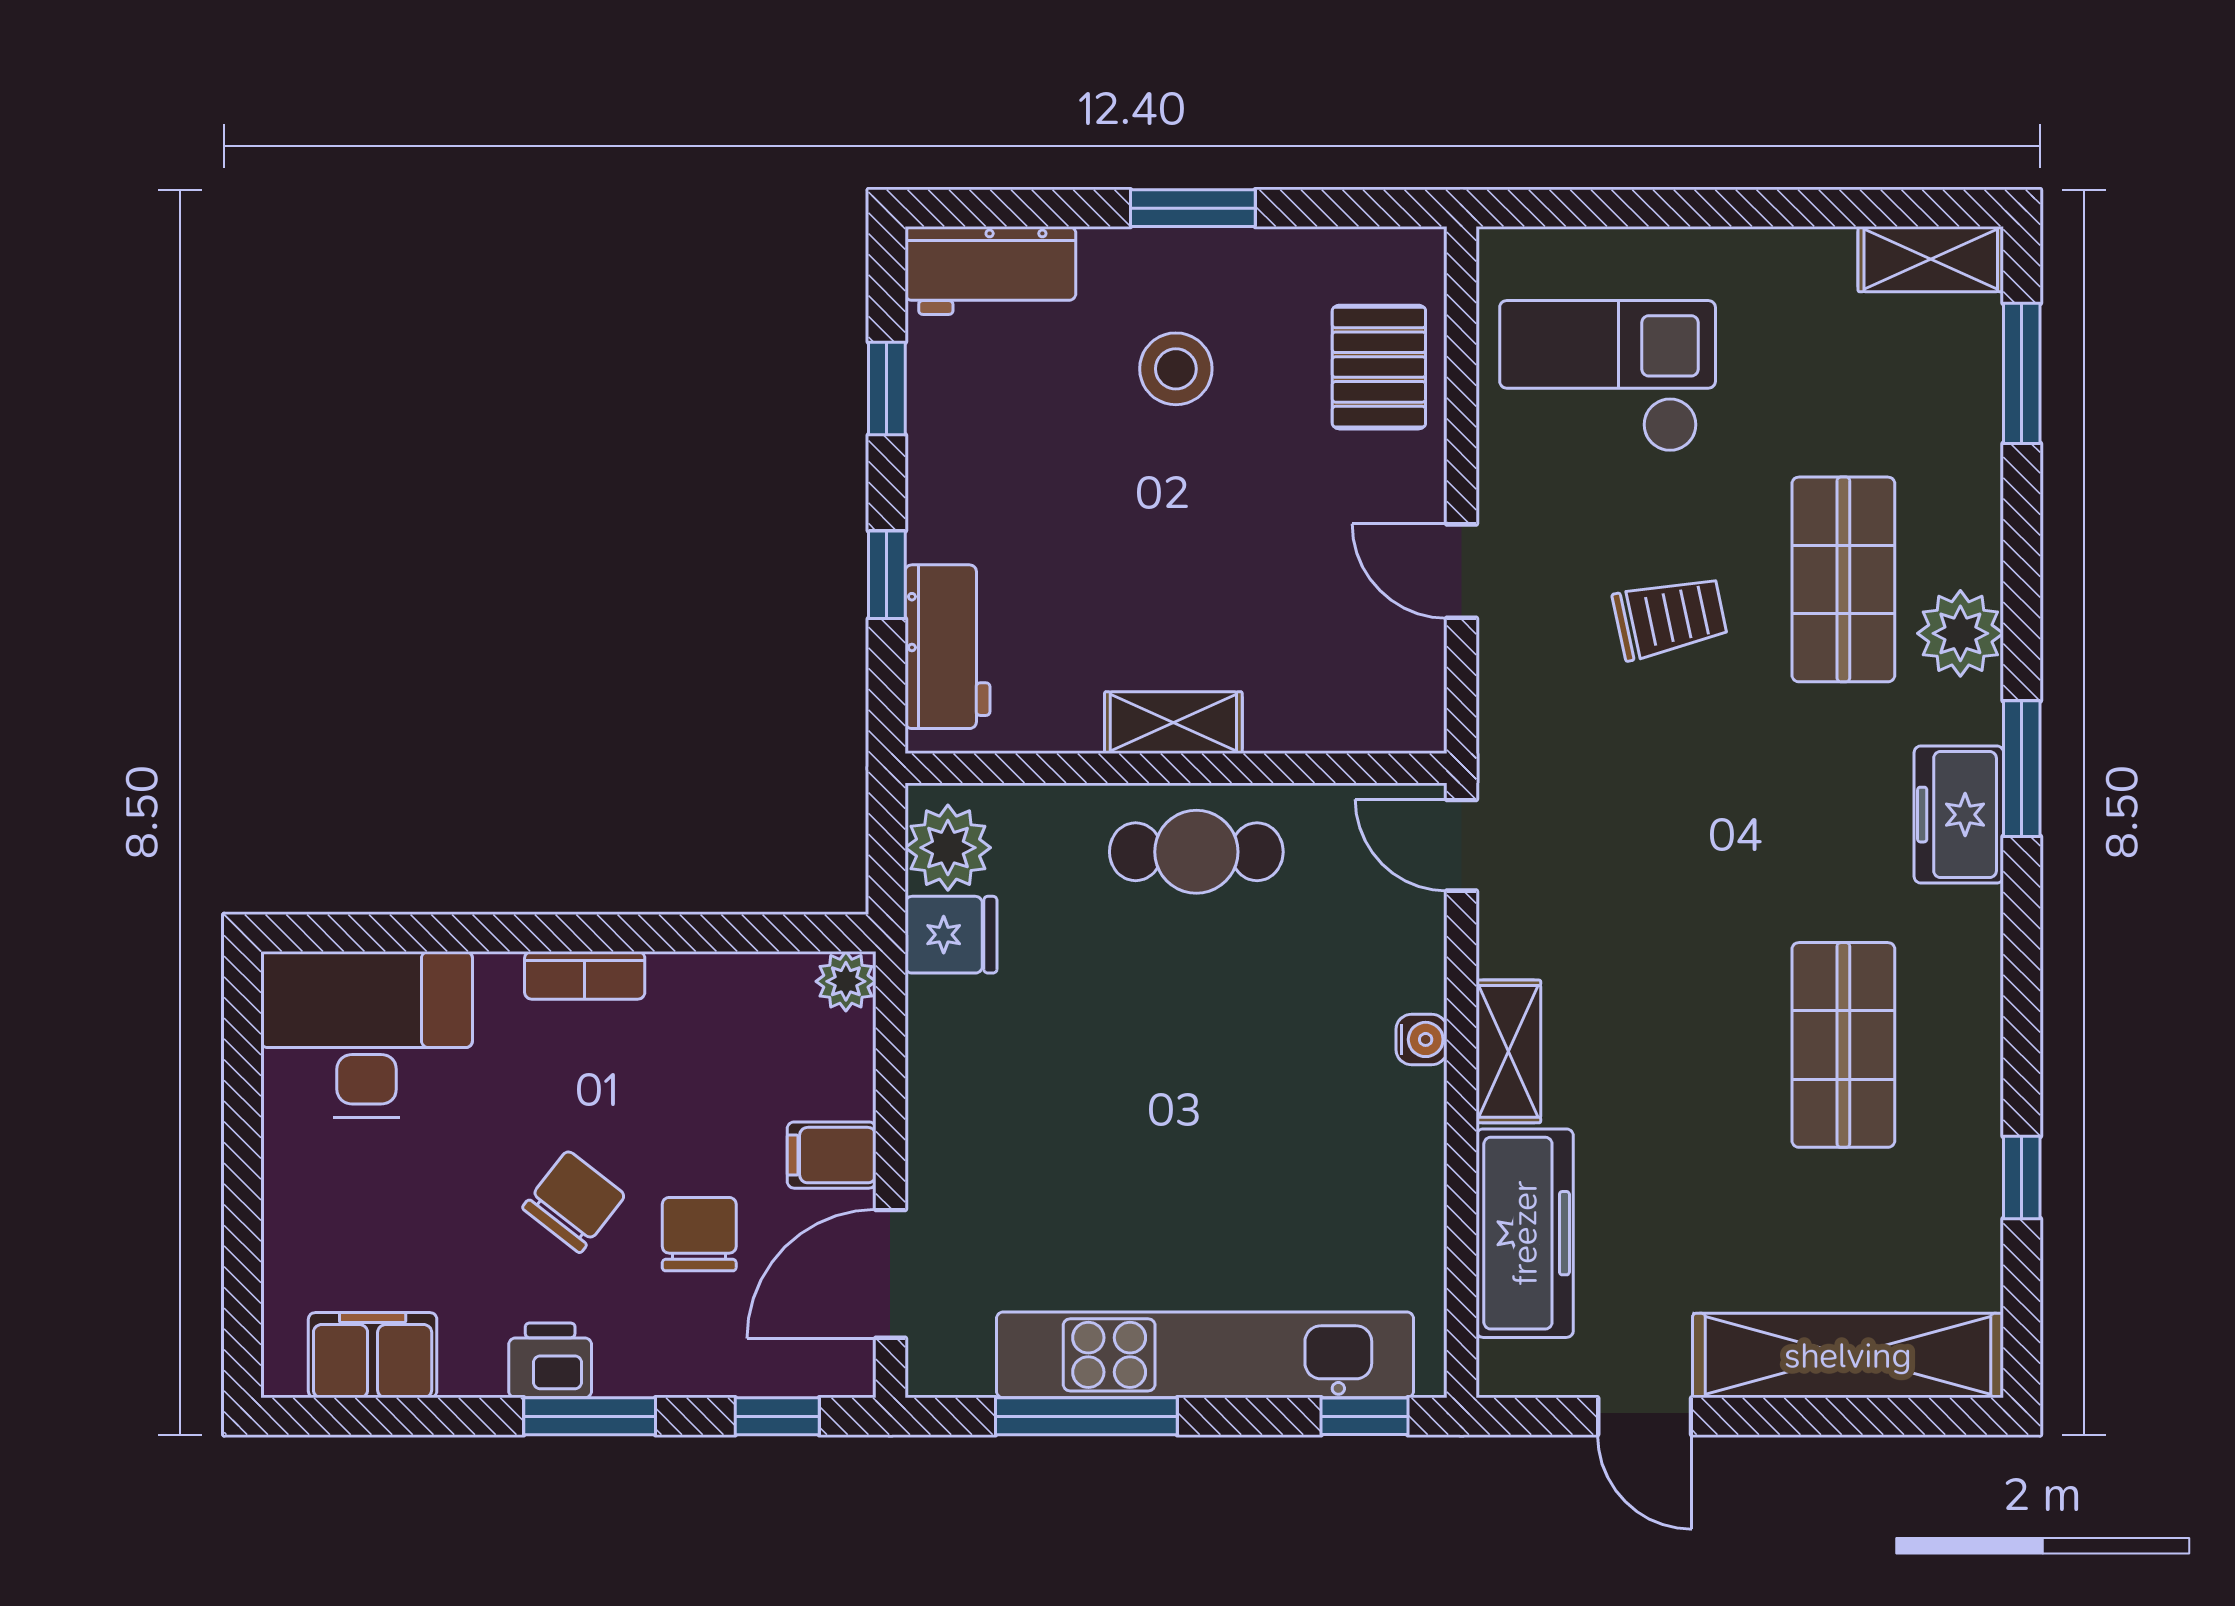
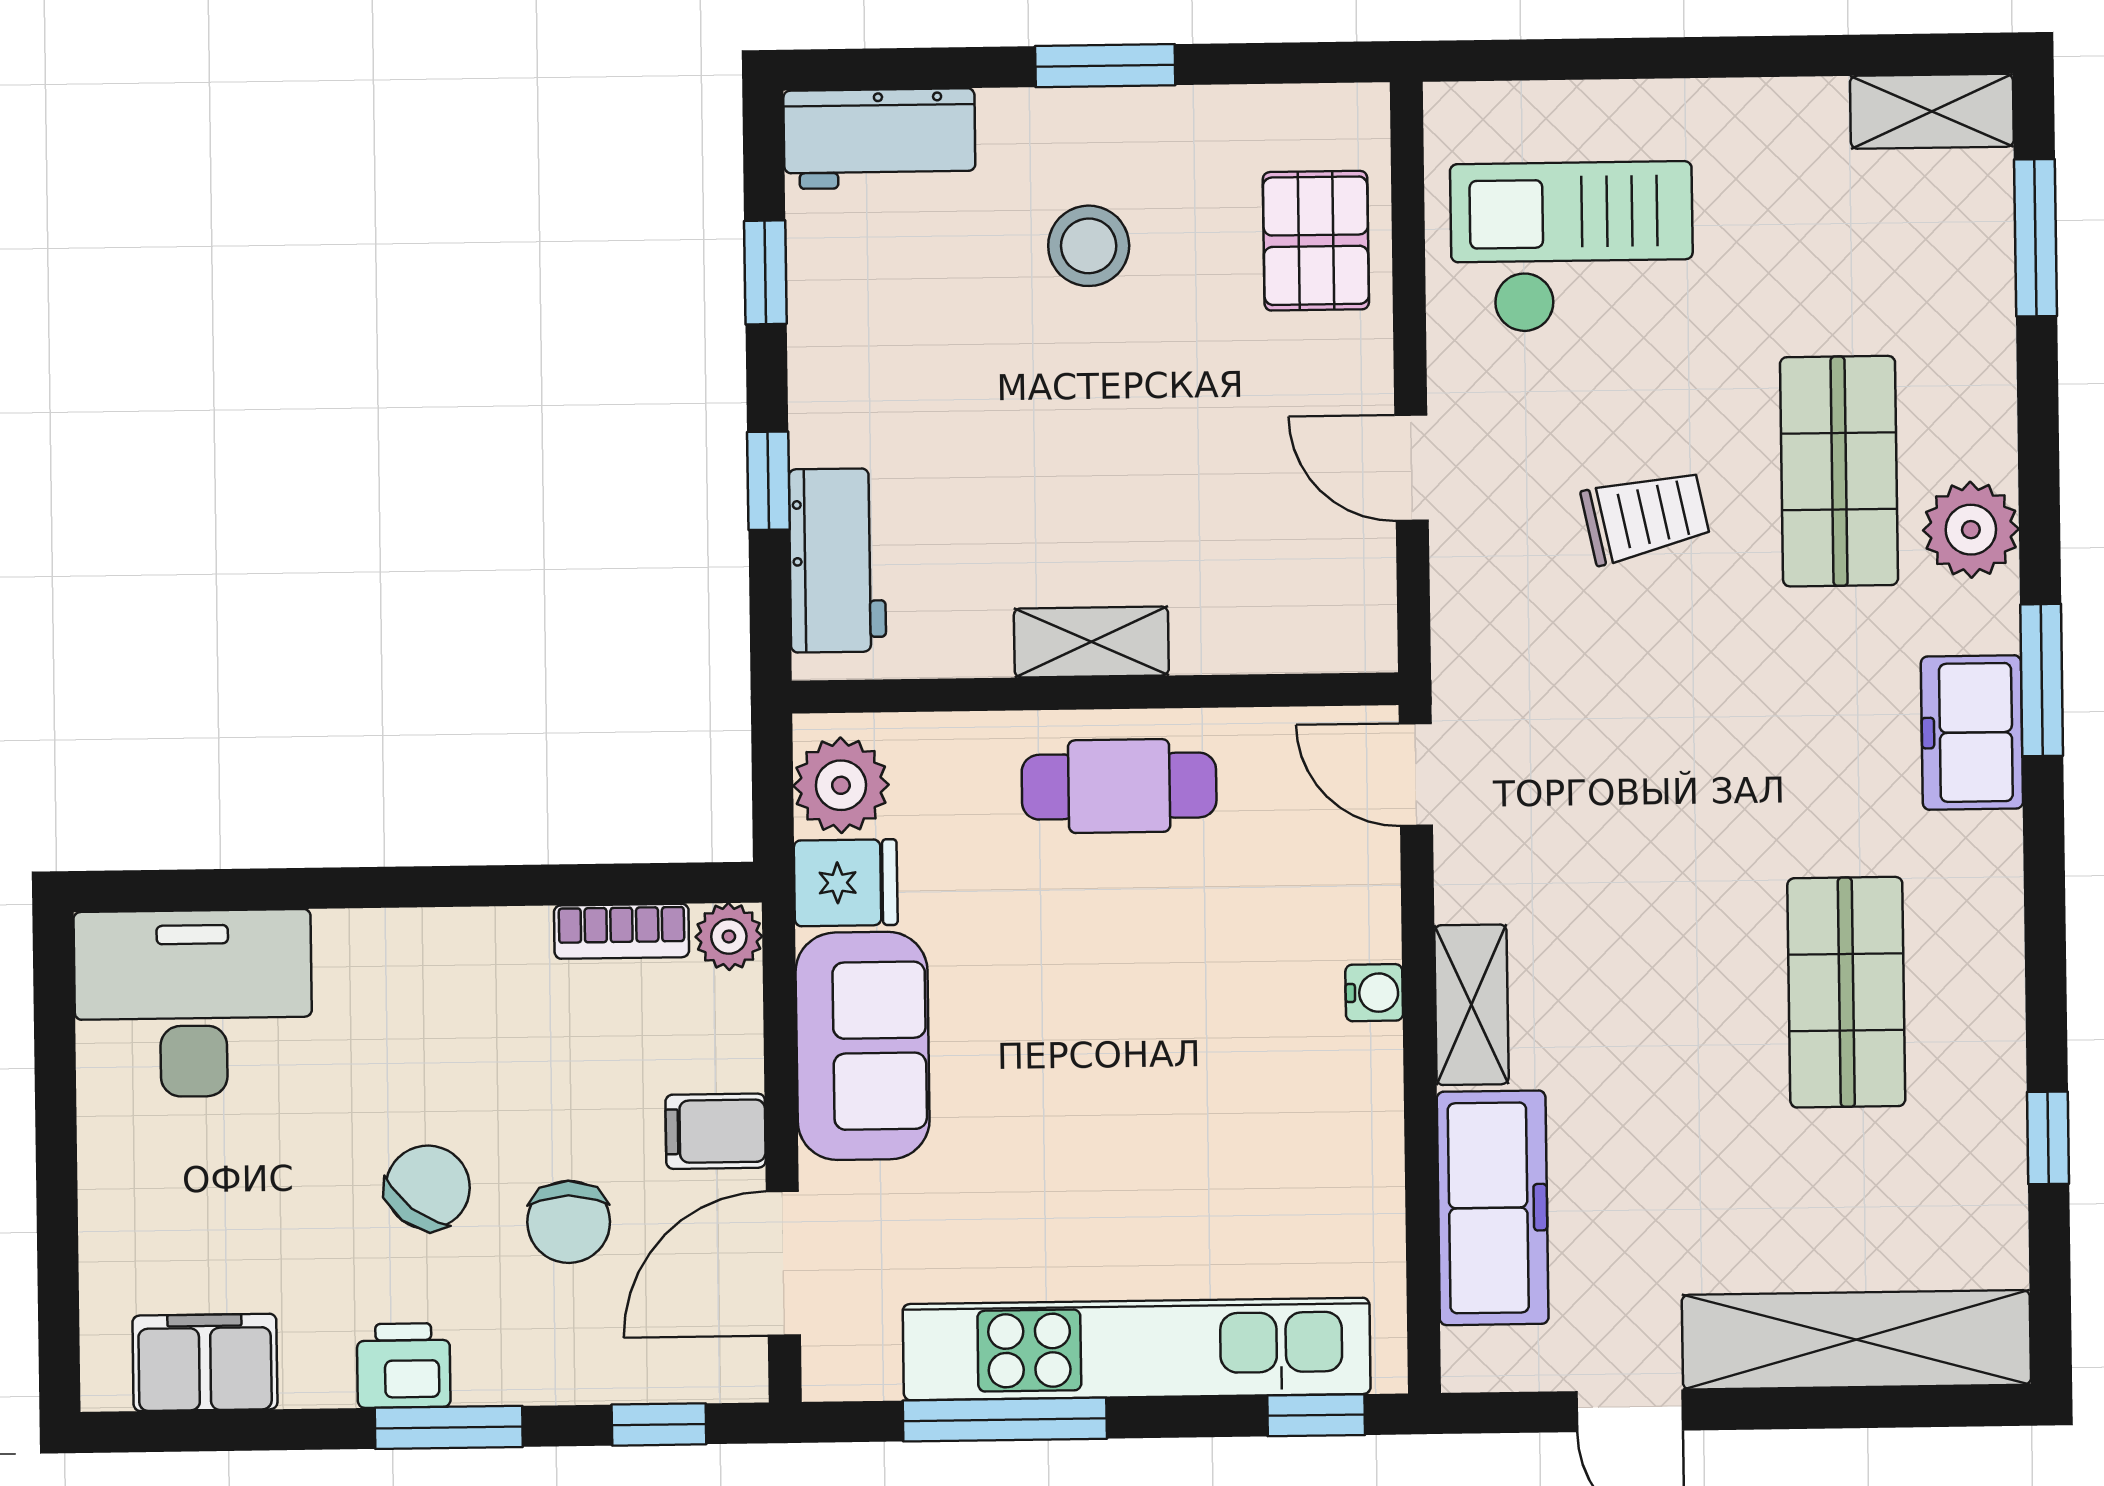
bookcase: (585, 975) -> (622, 931), moved
sofa: (964, 1081) -> (863, 1046), added
chair: (699, 1234) -> (569, 1222), turned 180

